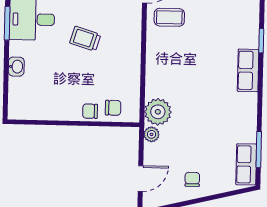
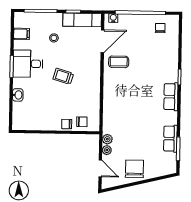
plant: (158, 112) -> (107, 150), moved, width x0.53, depth x0.53
row of seats: (246, 164) -> (170, 139), moved
door: (141, 178) -> (100, 168), hinge flipped
chair: (192, 179) -> (134, 169), width x1.87, depth x1.87

